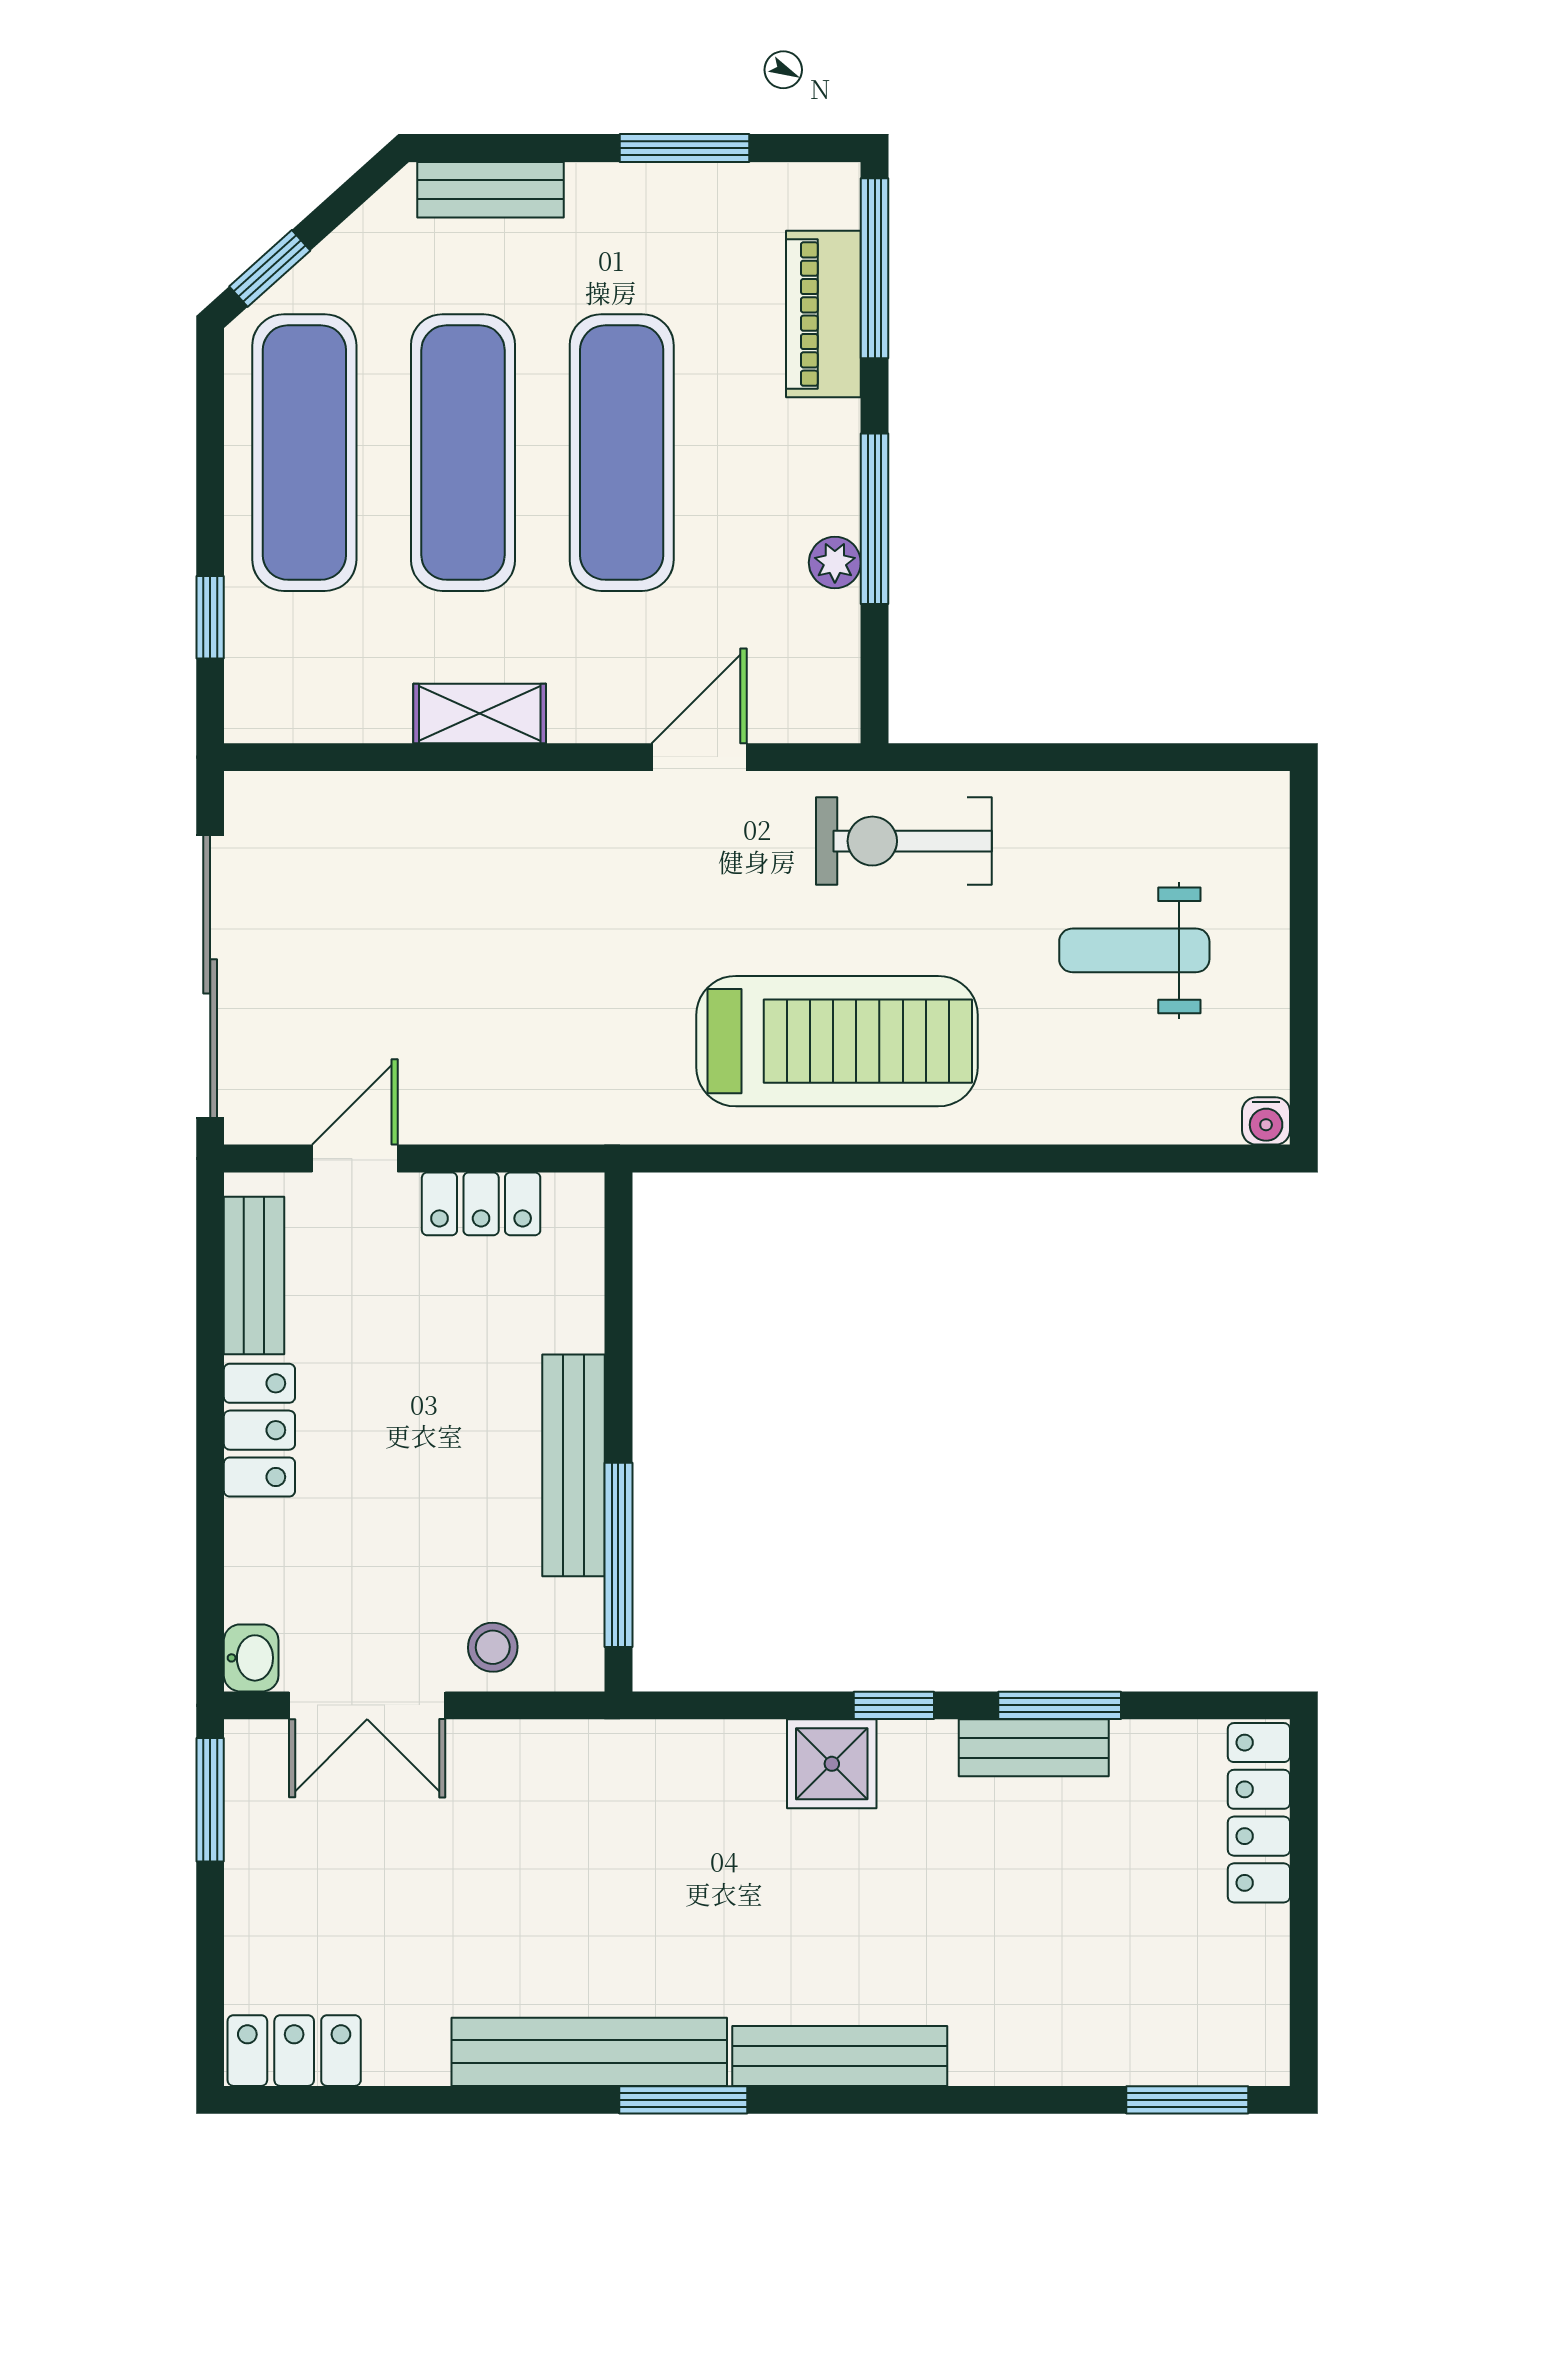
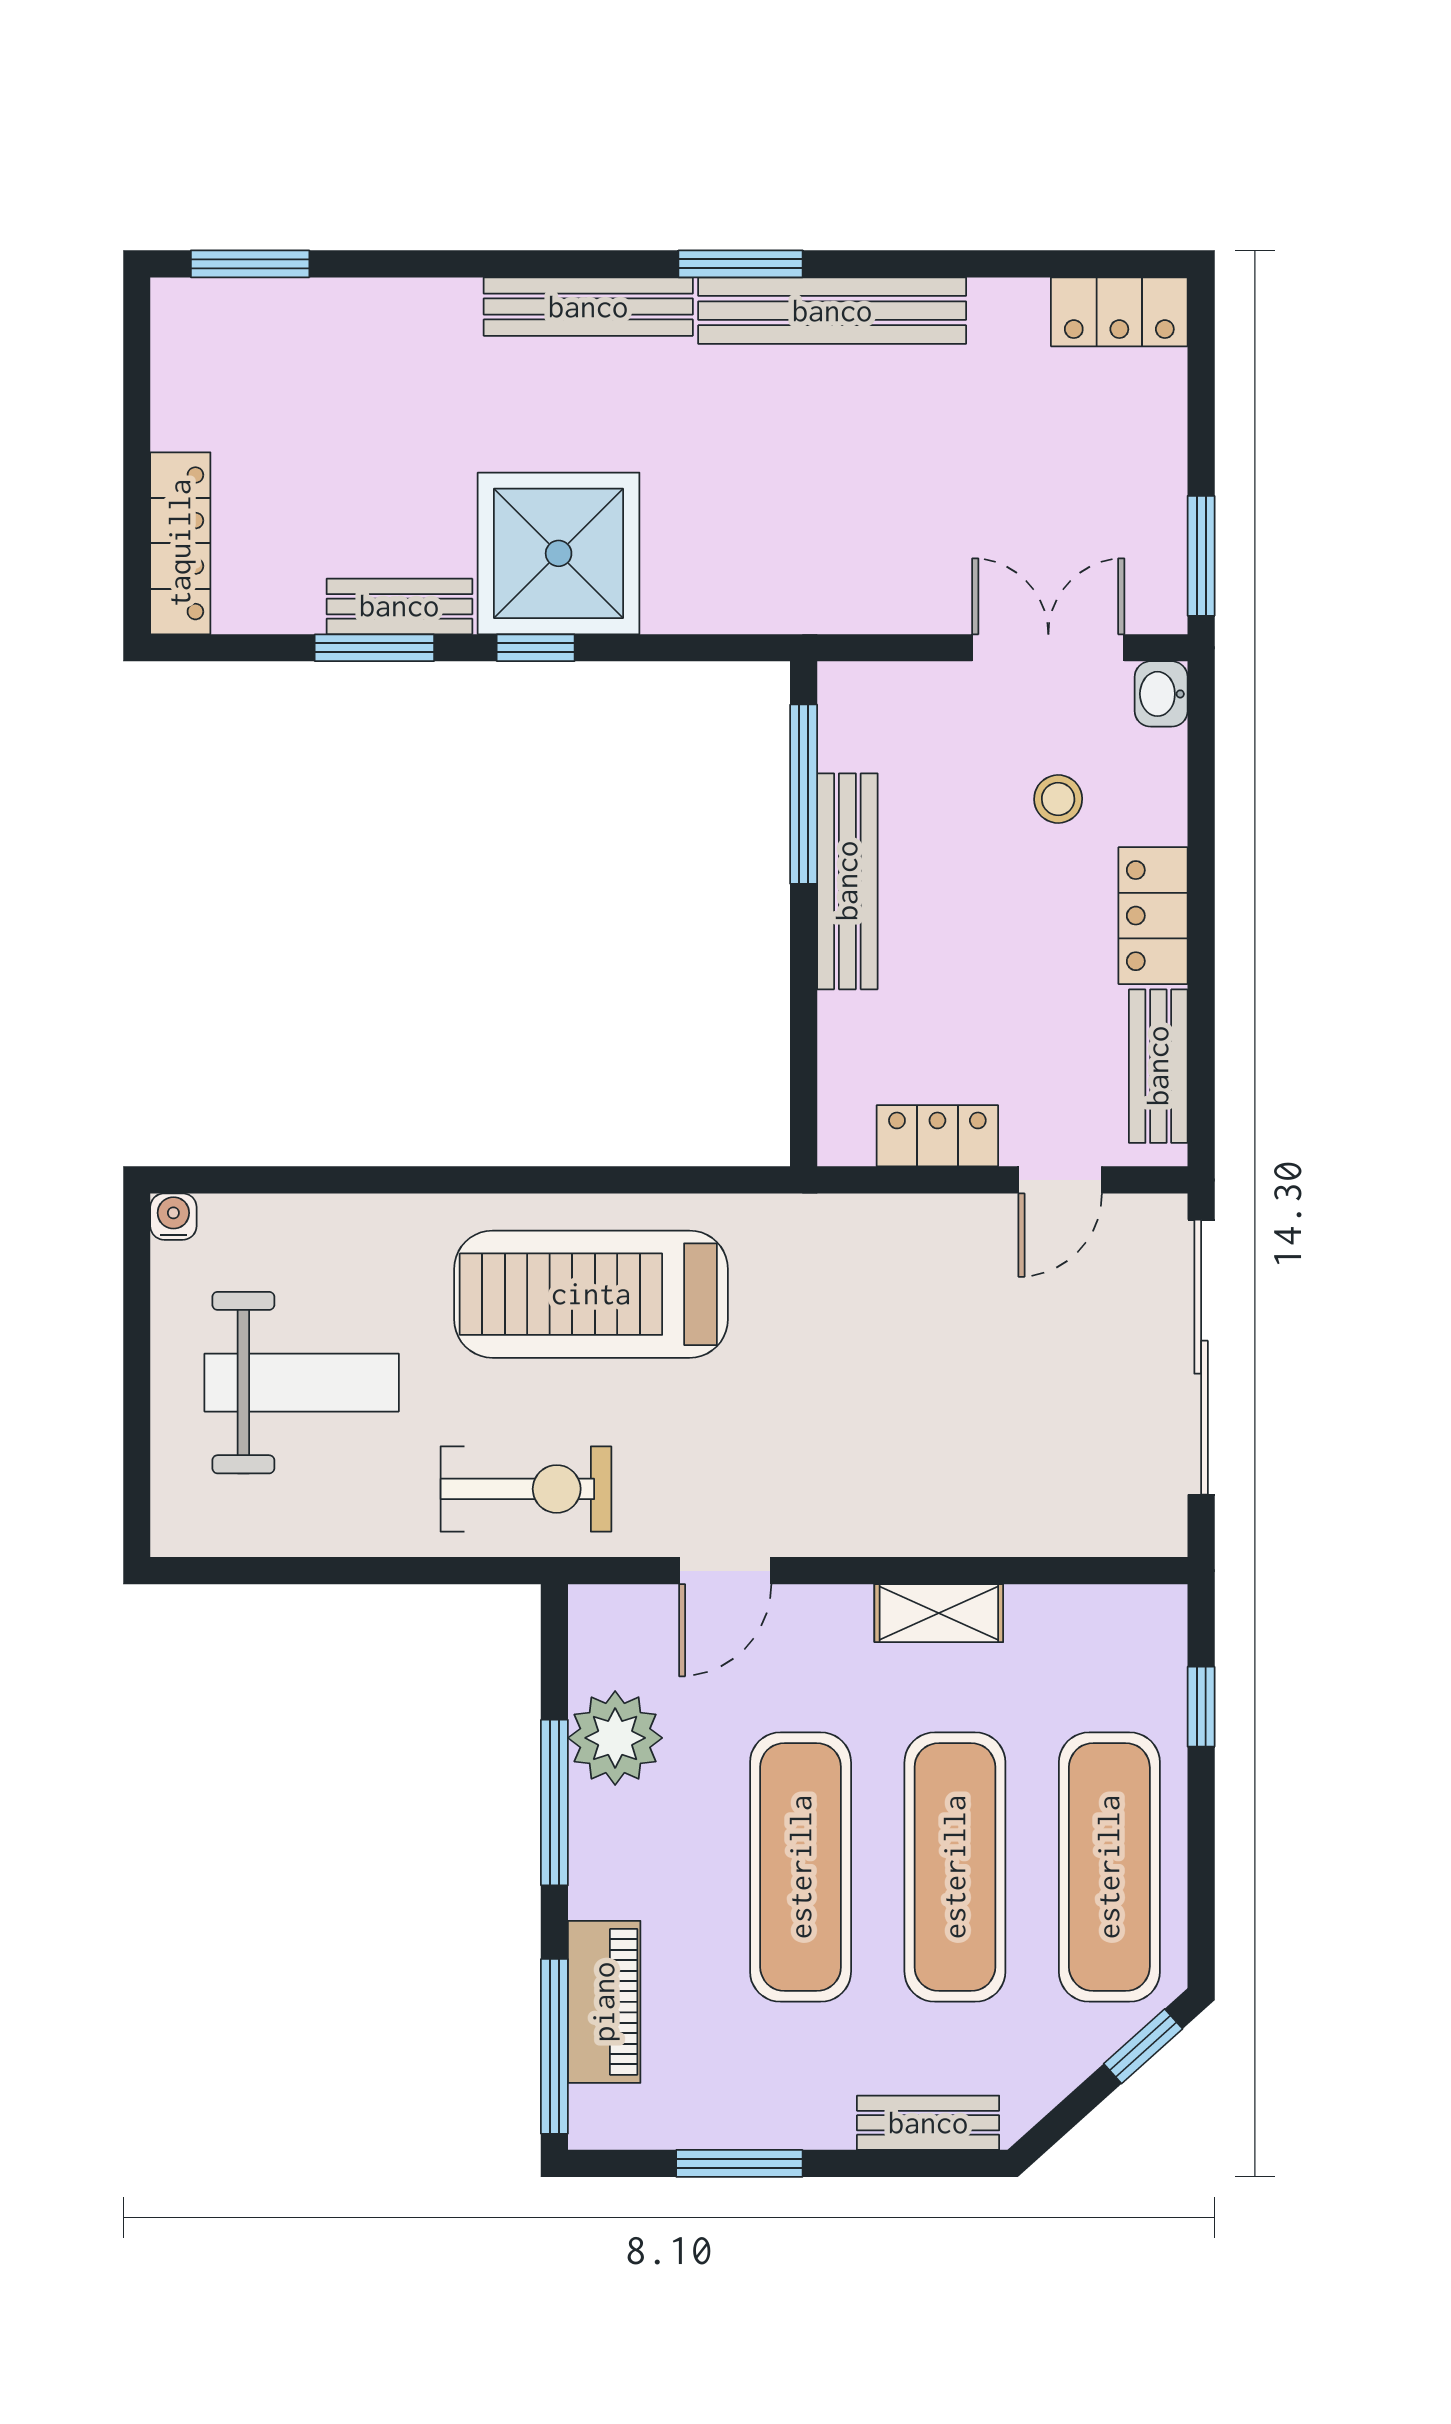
plant: (835, 563) -> (615, 1738), width x1.87, depth x1.87
weight bench: (1134, 950) -> (302, 1383), width x1.36, depth x1.33
stool: (493, 1647) -> (1058, 799), moved
shower: (832, 1764) -> (559, 553), width x1.86, depth x1.86

